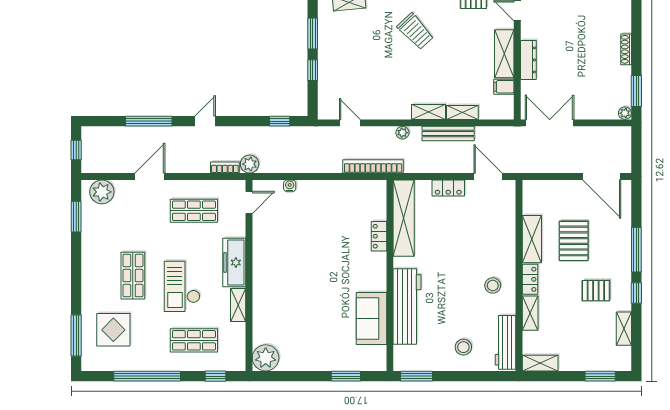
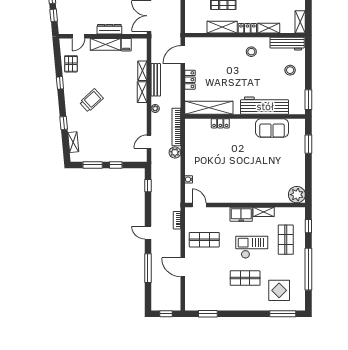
plant: (250, 164) -> (175, 152), moved
plant: (102, 192) -> (192, 298), removed
shop shelf: (194, 211) -> (204, 240), turned 90
freezer: (234, 263) -> (241, 214), width x0.71
checkout: (182, 286) -> (252, 247), turned 180

